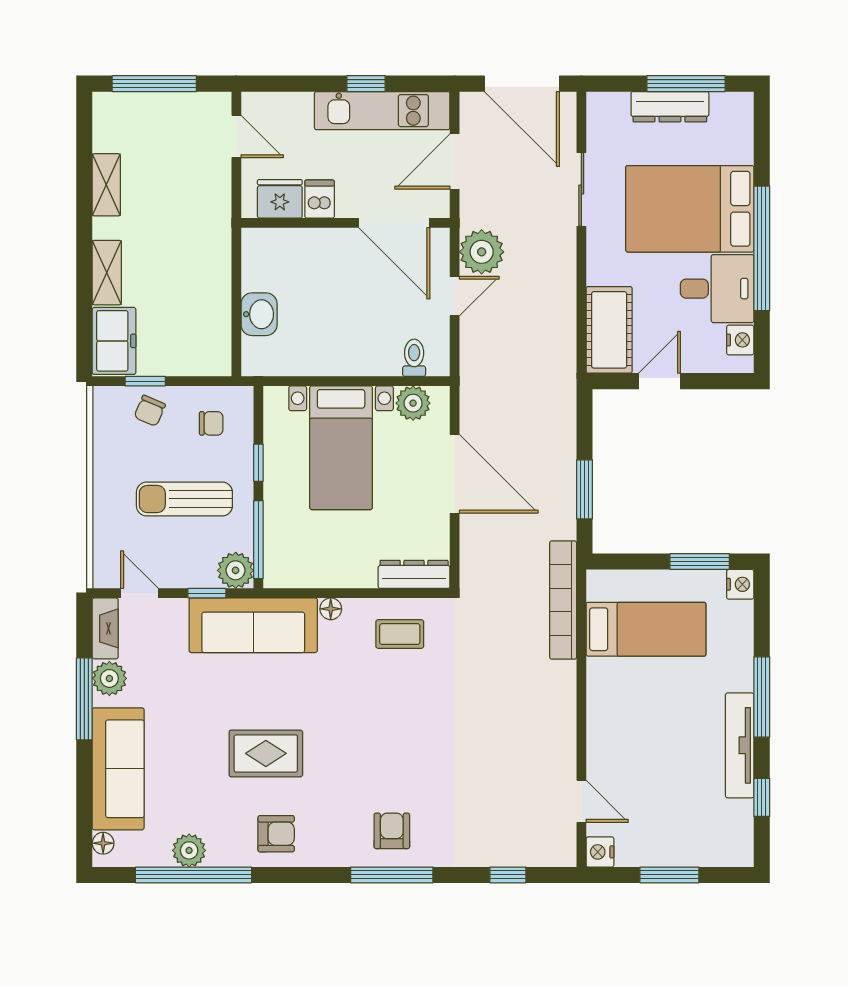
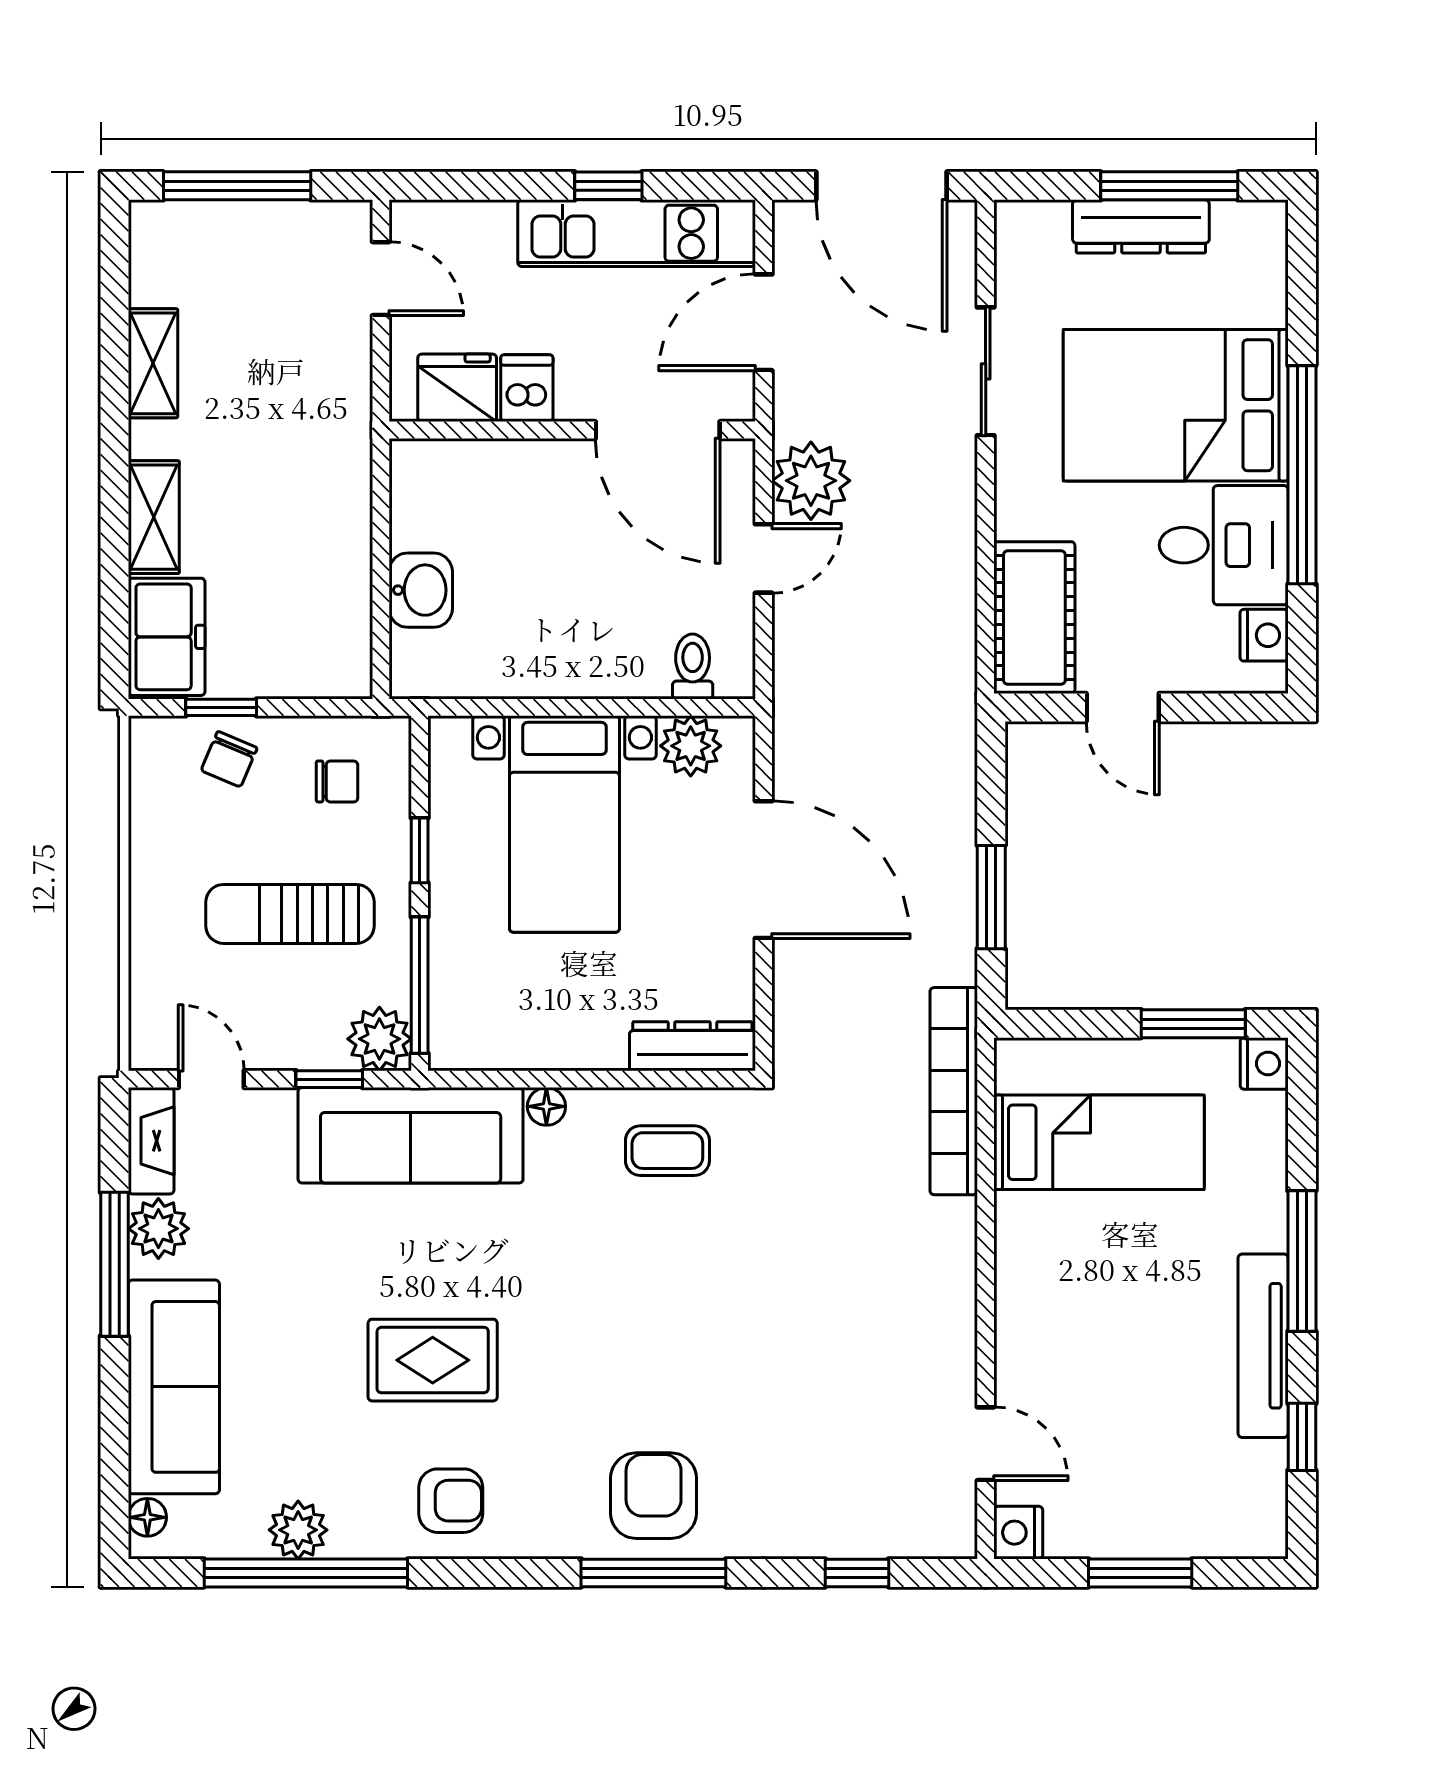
door: (660, 381) -> (1123, 707), swing flipped
armchair: (392, 831) -> (654, 1496), width x1.38, depth x1.38

